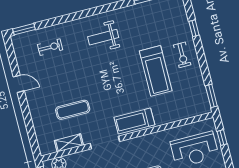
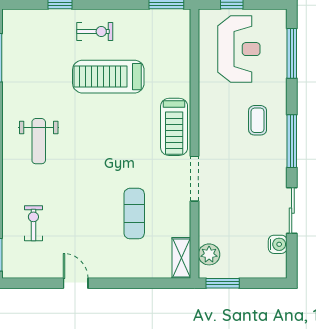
treadmill: (156, 71) -> (108, 77), turned 180
door: (19, 84) -> (76, 283), hinge flipped
shelving: (69, 143) -> (181, 258), moved

